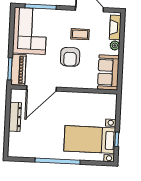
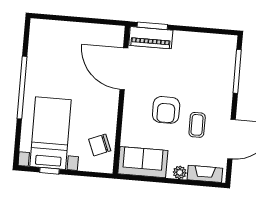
corner sofa: (30, 31) -> (204, 55), removed
armchair: (70, 57) -> (166, 110), turned -90
chair: (97, 104) -> (100, 145), added
dresser: (15, 117) -> (86, 31), removed

